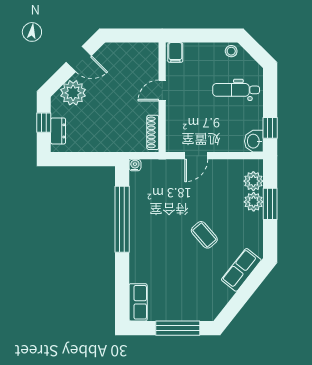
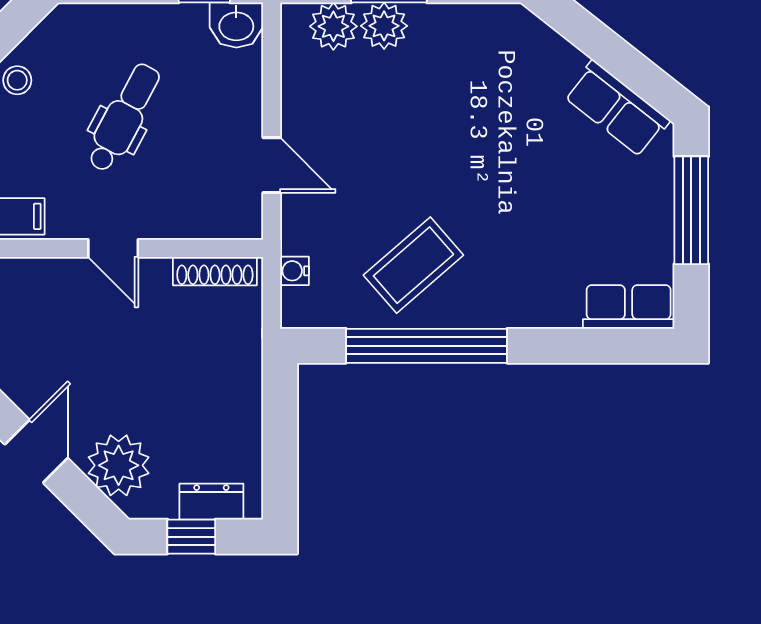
dental chair: (236, 90) -> (124, 118), moved, turned -152
water cooler: (135, 165) -> (294, 271), moved
coffee table: (204, 235) -> (413, 265), moved, width x1.36, depth x1.30
row of seats: (241, 270) -> (617, 109), moved

